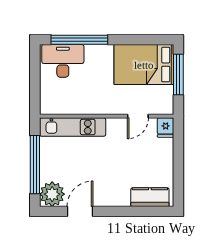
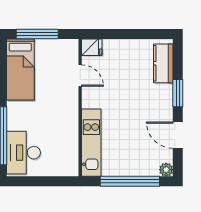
bed: (144, 65) -> (20, 69), width x0.67
plant: (52, 194) -> (166, 170), width x0.53, depth x0.53
window: (121, 211) -> (178, 93), added

